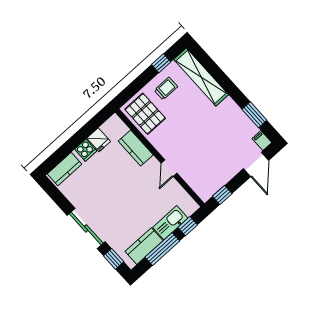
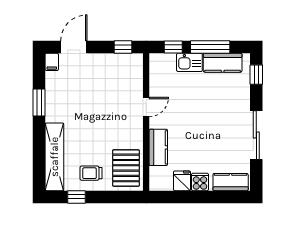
window: (254, 115) -> (39, 102), moved
kitchen sink: (170, 223) -> (189, 62), width x0.73
sliding door: (86, 228) -> (256, 135), moved

